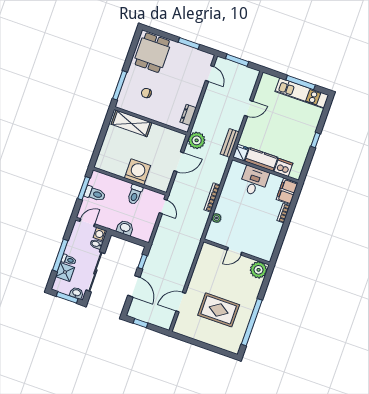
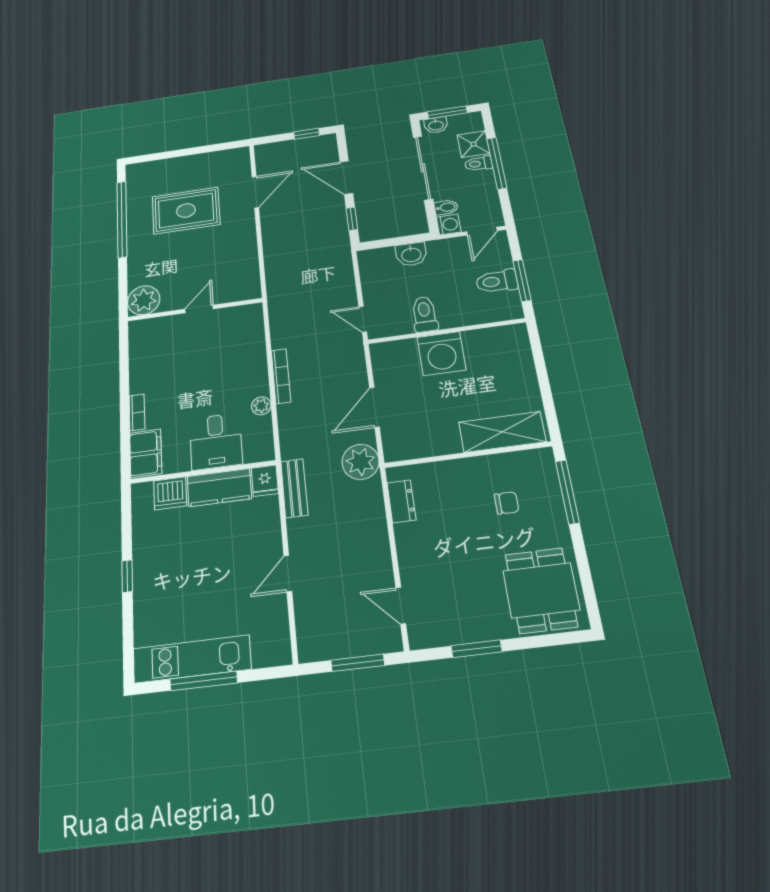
plant: (216, 218) -> (261, 406), moved

